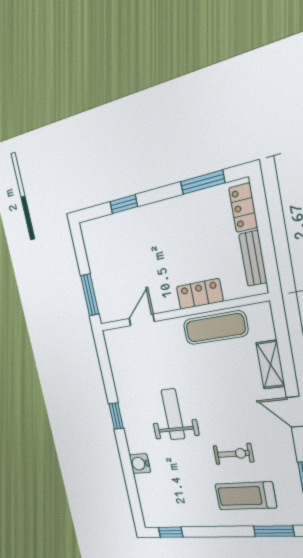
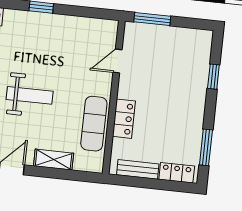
door: (142, 320) -> (118, 61), swing flipped
weight bench: (173, 414) -> (30, 95), moved

